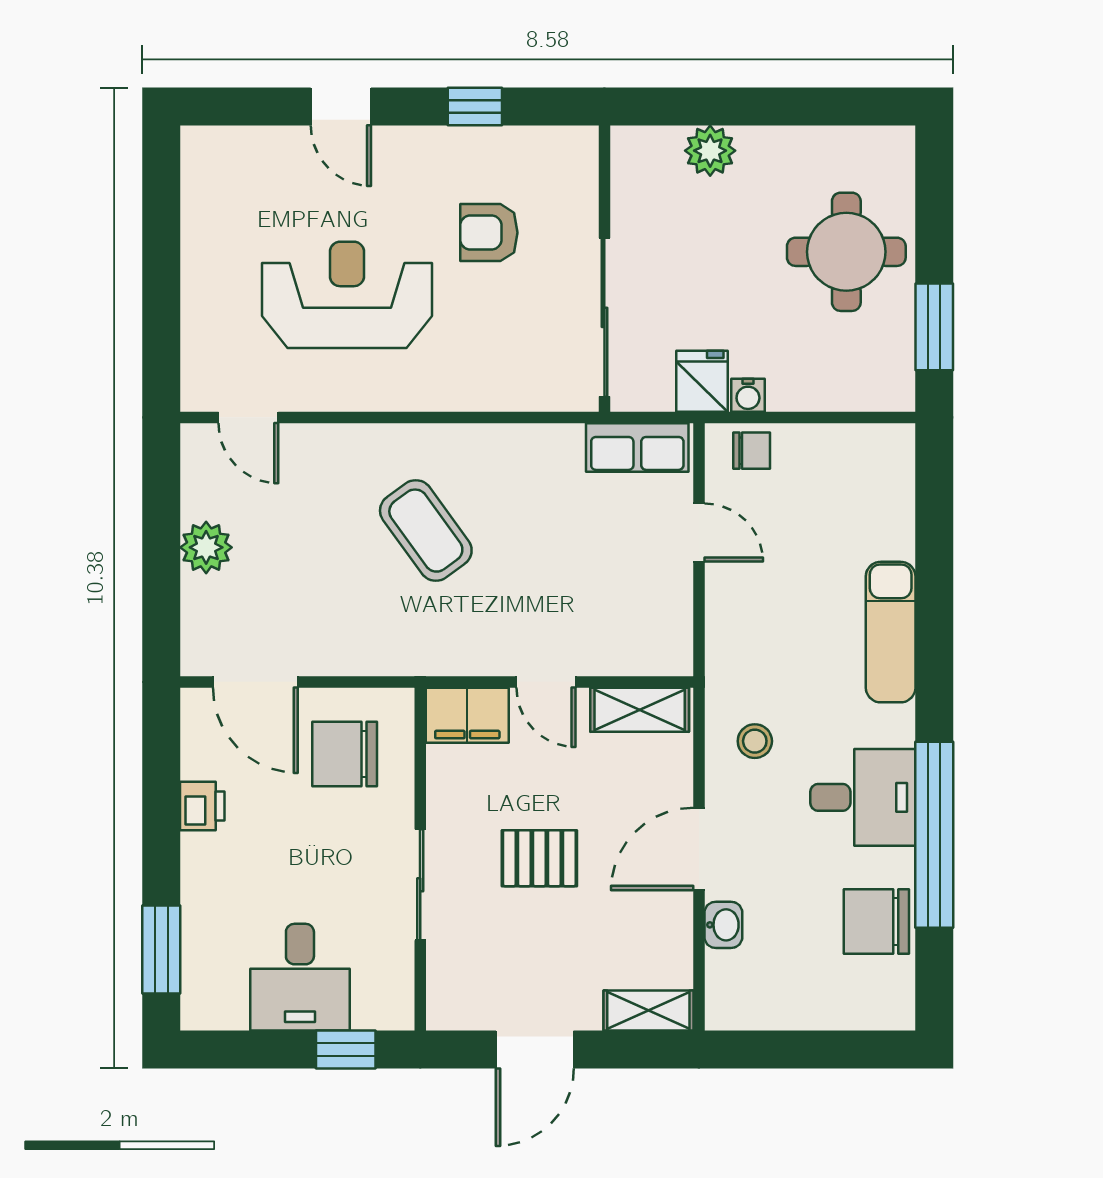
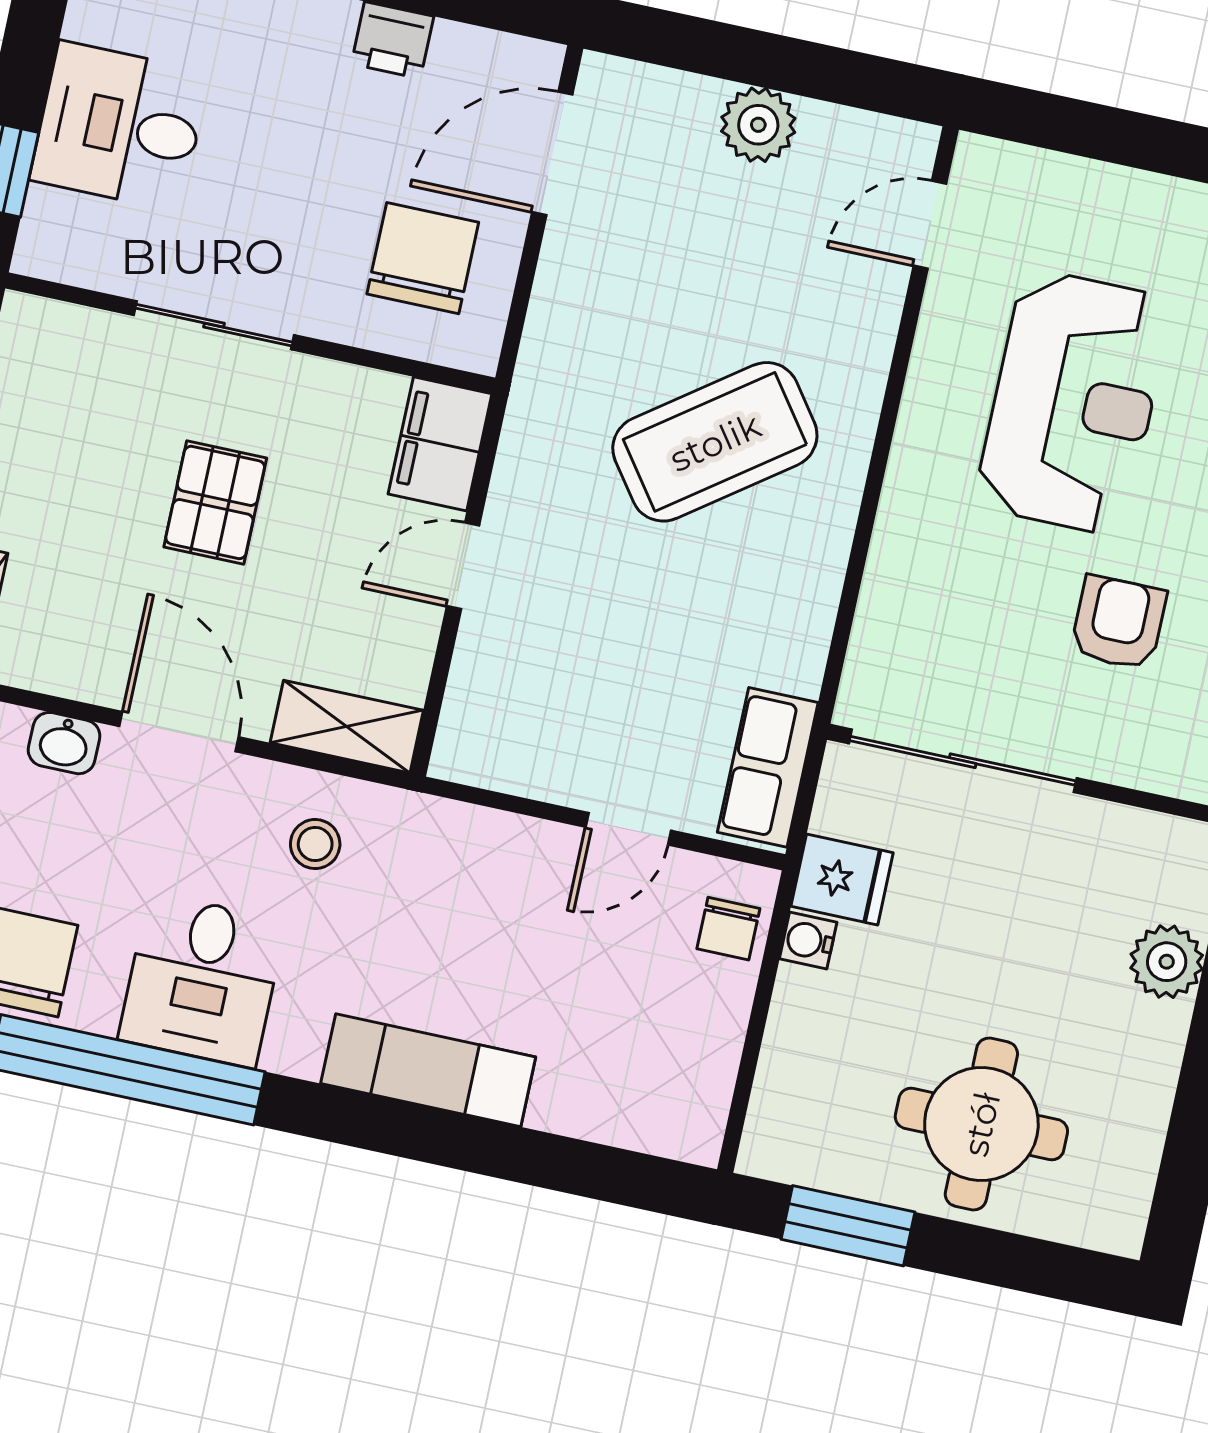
coffee table: (426, 531) -> (715, 442), width x1.36, depth x1.32
shelving: (640, 710) -> (347, 727), moved, turned 90

